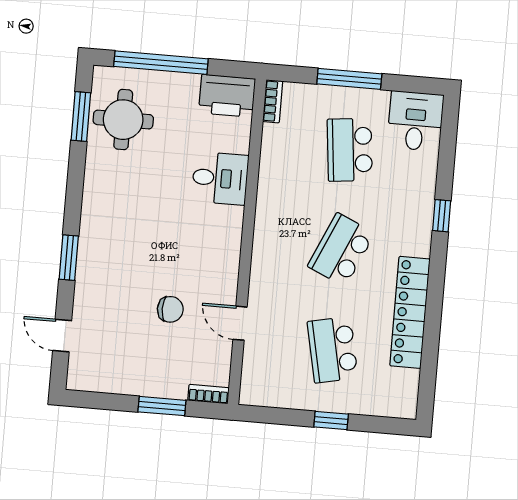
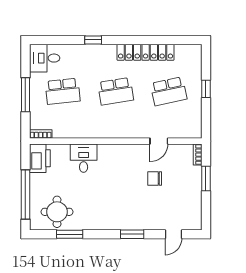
window: (81, 116) -> (70, 234), moved
school desk: (341, 250) -> (116, 91), turned -33
chair: (170, 309) -> (155, 178), turned -90

